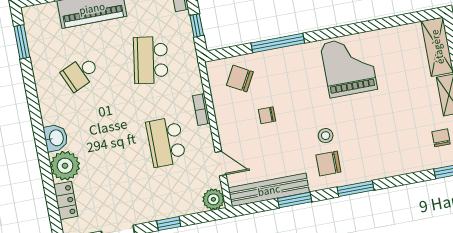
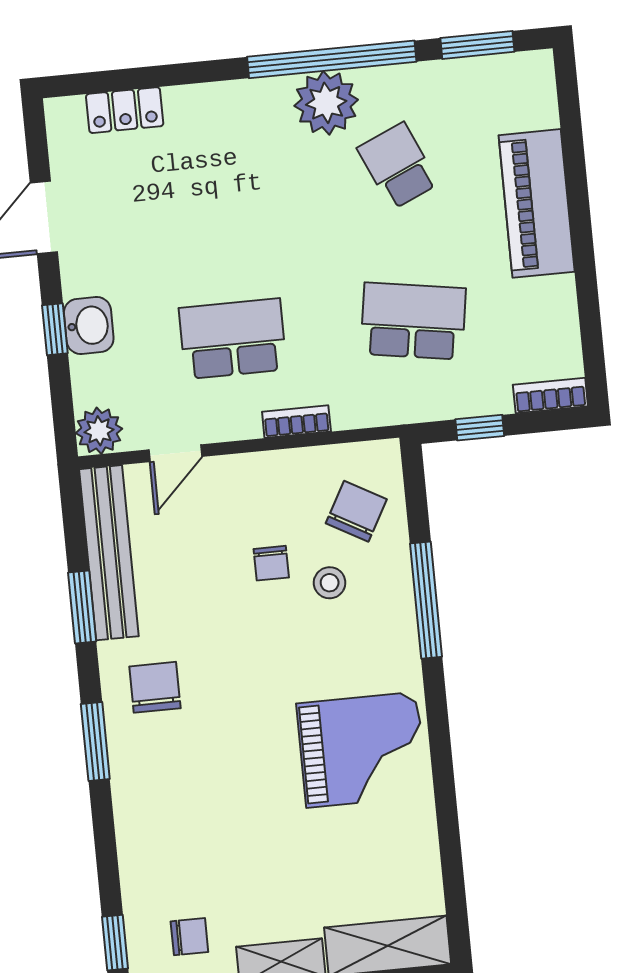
window: (34, 108) -> (332, 59), added
chair: (267, 115) -> (271, 563), turned 180
stool: (326, 136) -> (330, 583), moved
washbasin: (56, 138) -> (89, 325), moved, turned -90
plant: (65, 166) -> (326, 103), moved

